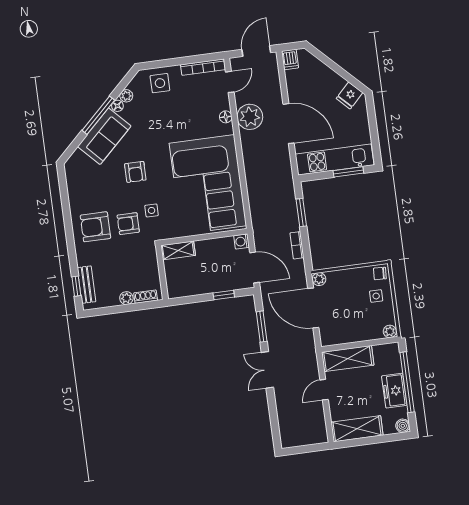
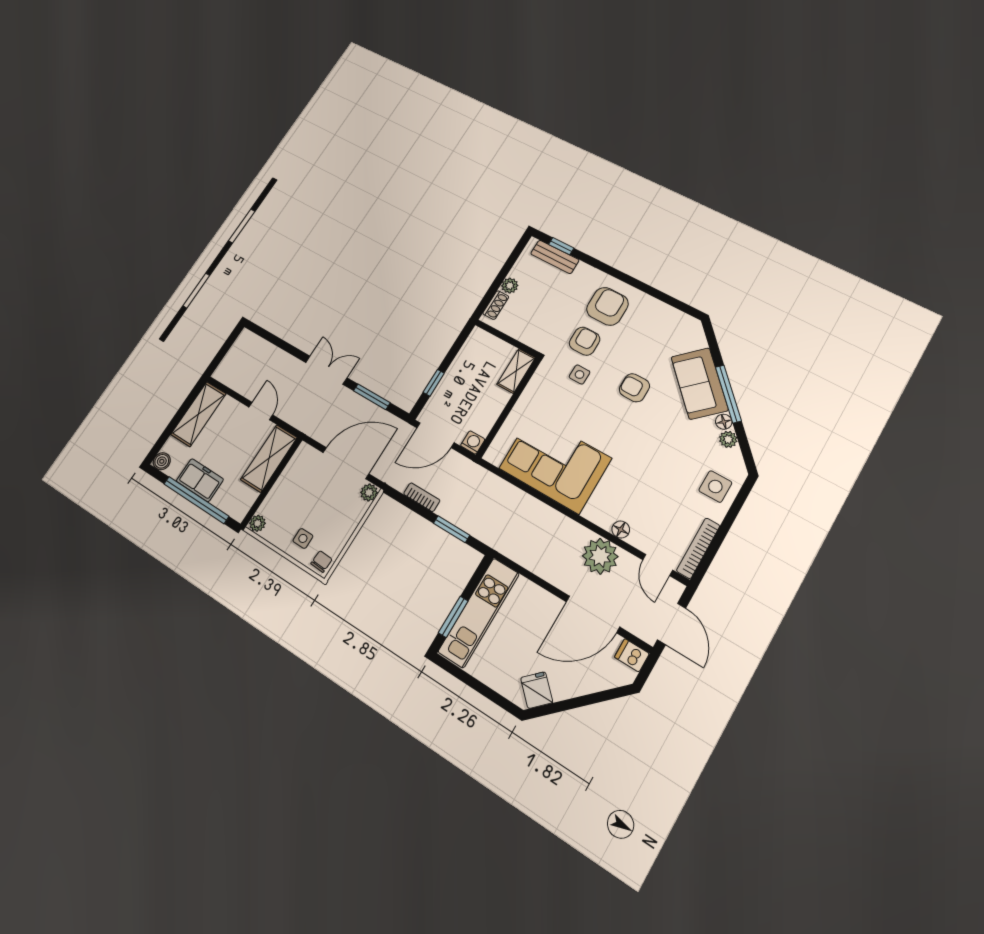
door: (289, 124) -> (593, 614), moved
corner sofa: (208, 184) -> (555, 463), width x0.73, depth x0.74

